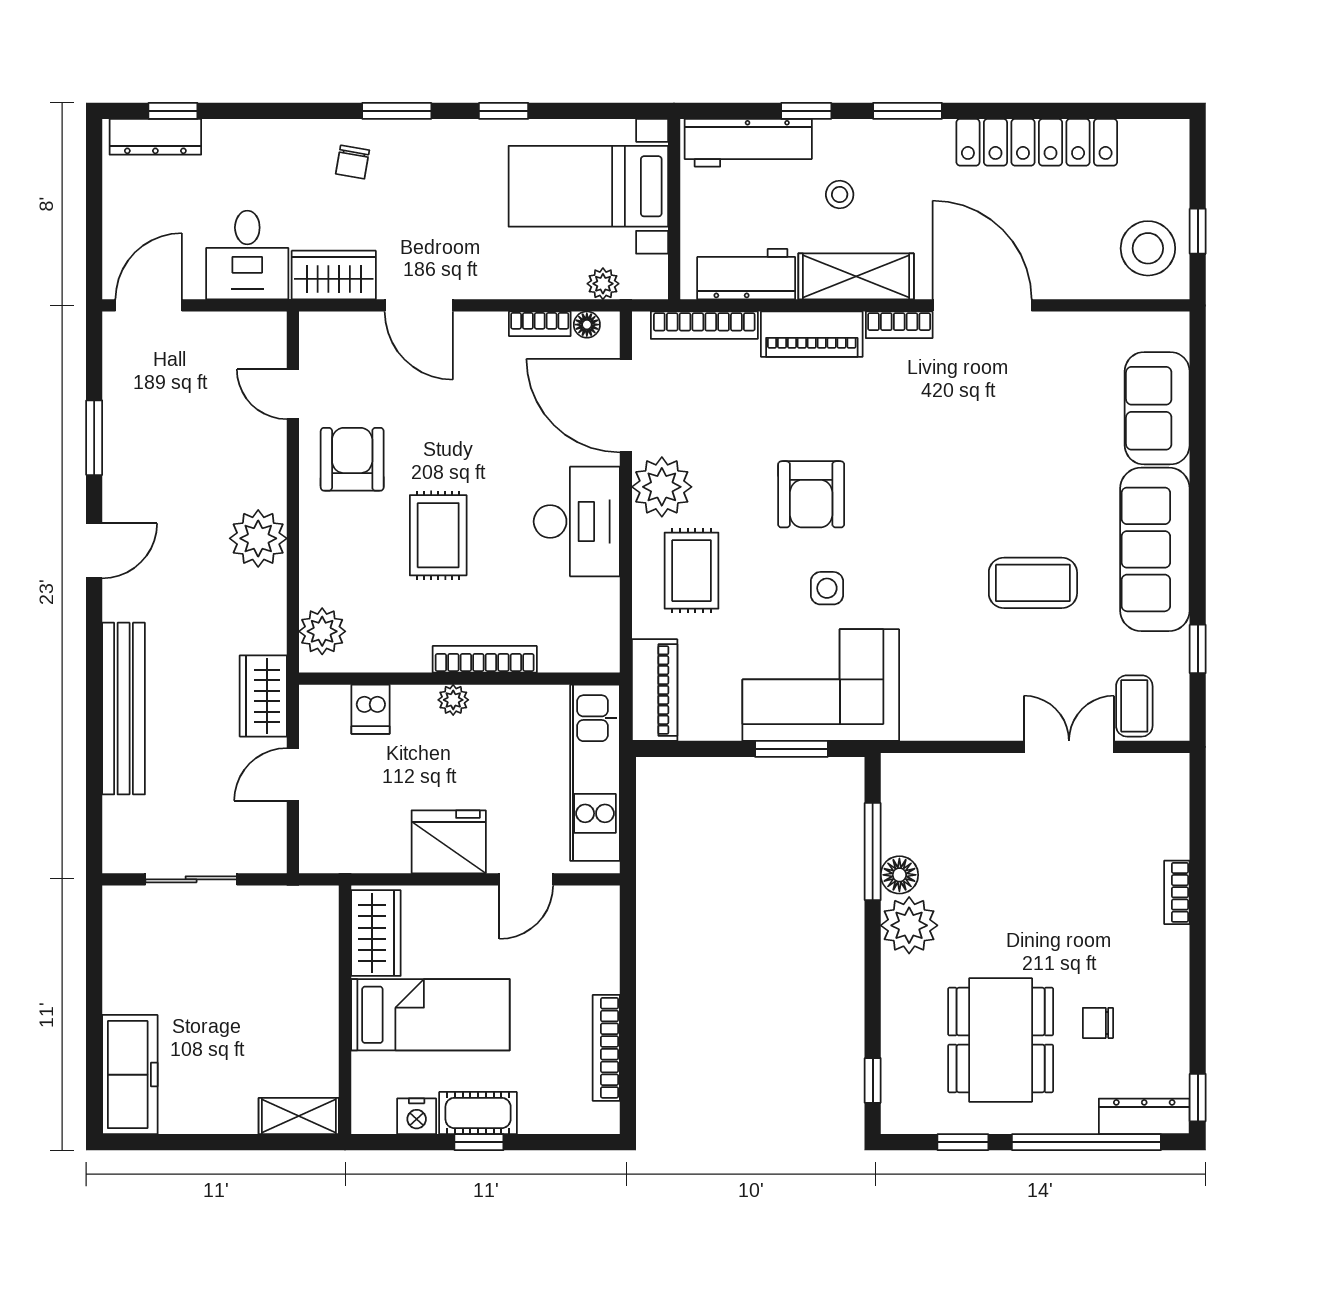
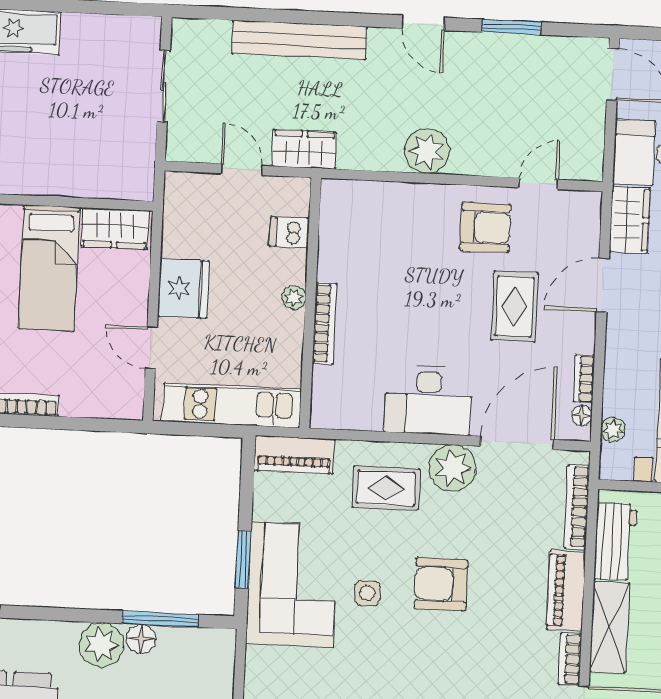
rug: (438, 535) -> (515, 306), moved, turned 90
plant: (322, 631) -> (352, 198), removed

